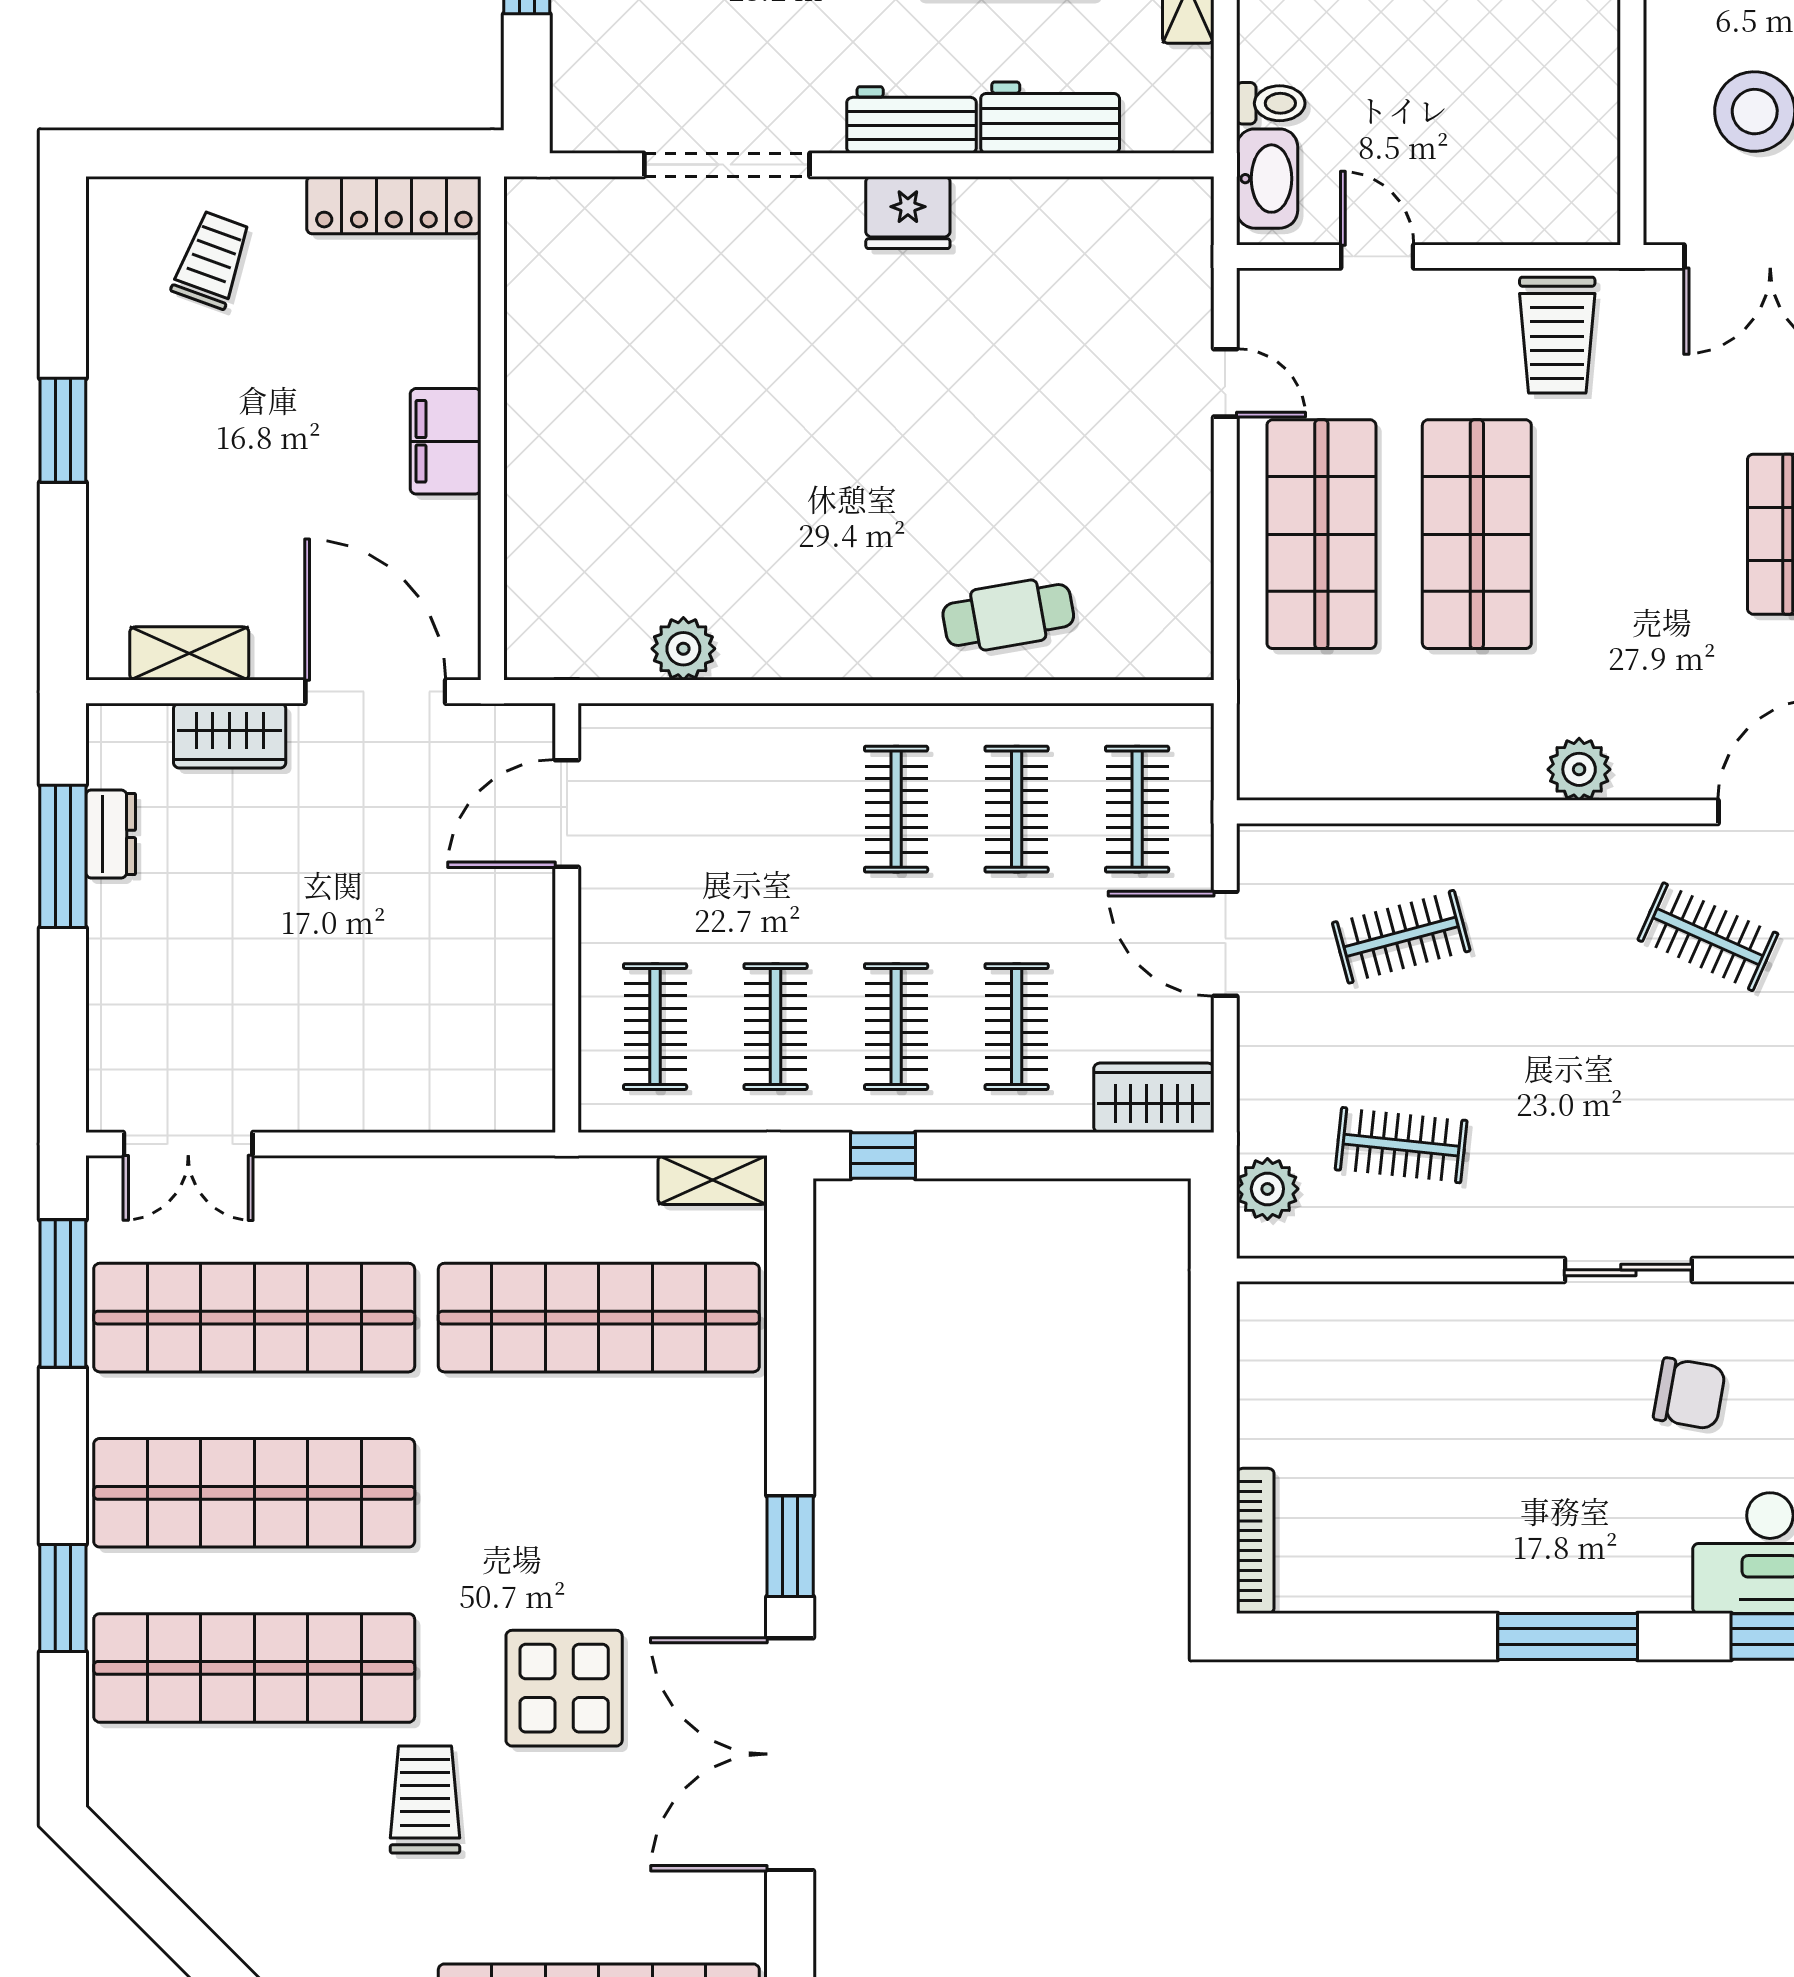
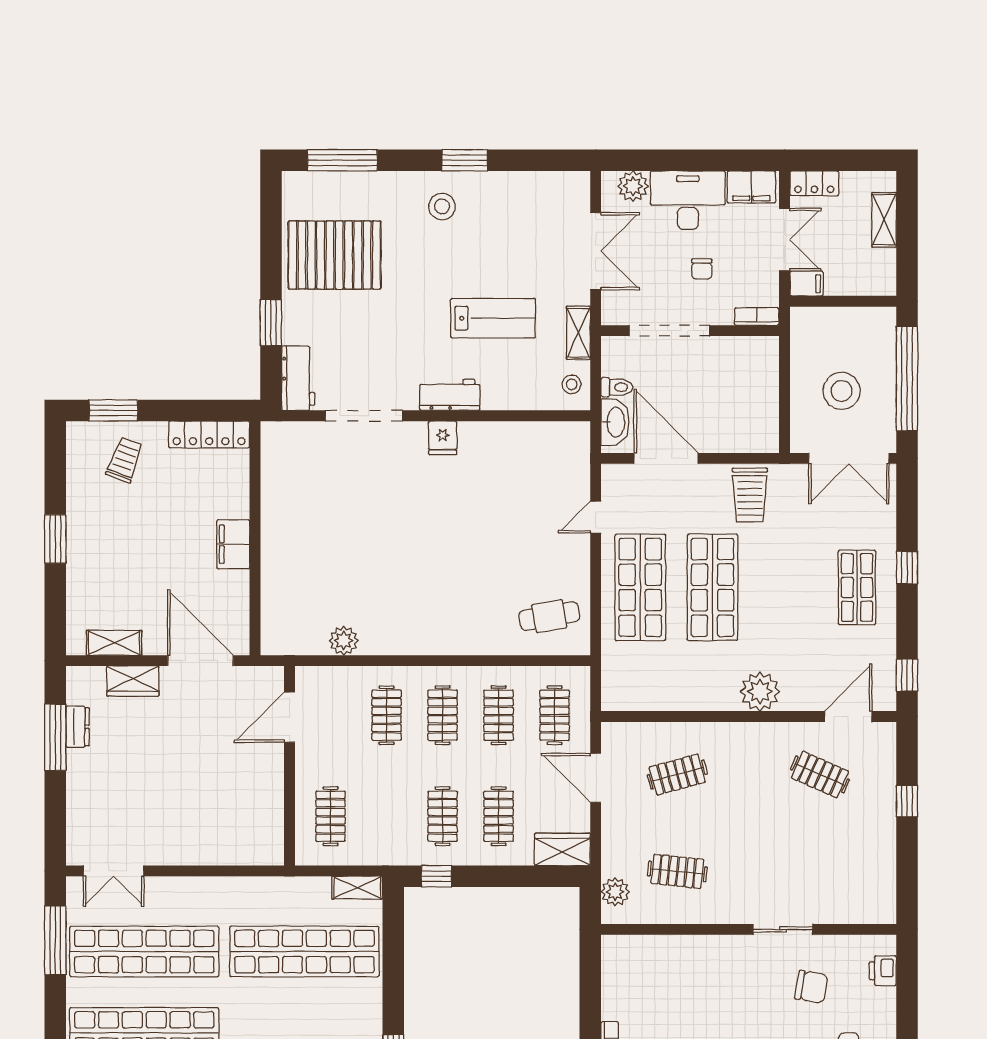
stool: (1174, 97) -> (572, 384), added
workbench: (1050, 118) -> (298, 378), moved, turned 90
window: (188, 153) -> (113, 410), added
fridge: (908, 212) -> (443, 438), width x0.72
door: (1377, 256) -> (666, 458), width x1.88
door: (1225, 383) -> (596, 517), swing flipped
cafe table: (1008, 615) -> (549, 616), moved
plant: (1579, 769) -> (760, 691), width x1.36, depth x1.36
clothes rail: (776, 1027) -> (387, 715), moved

